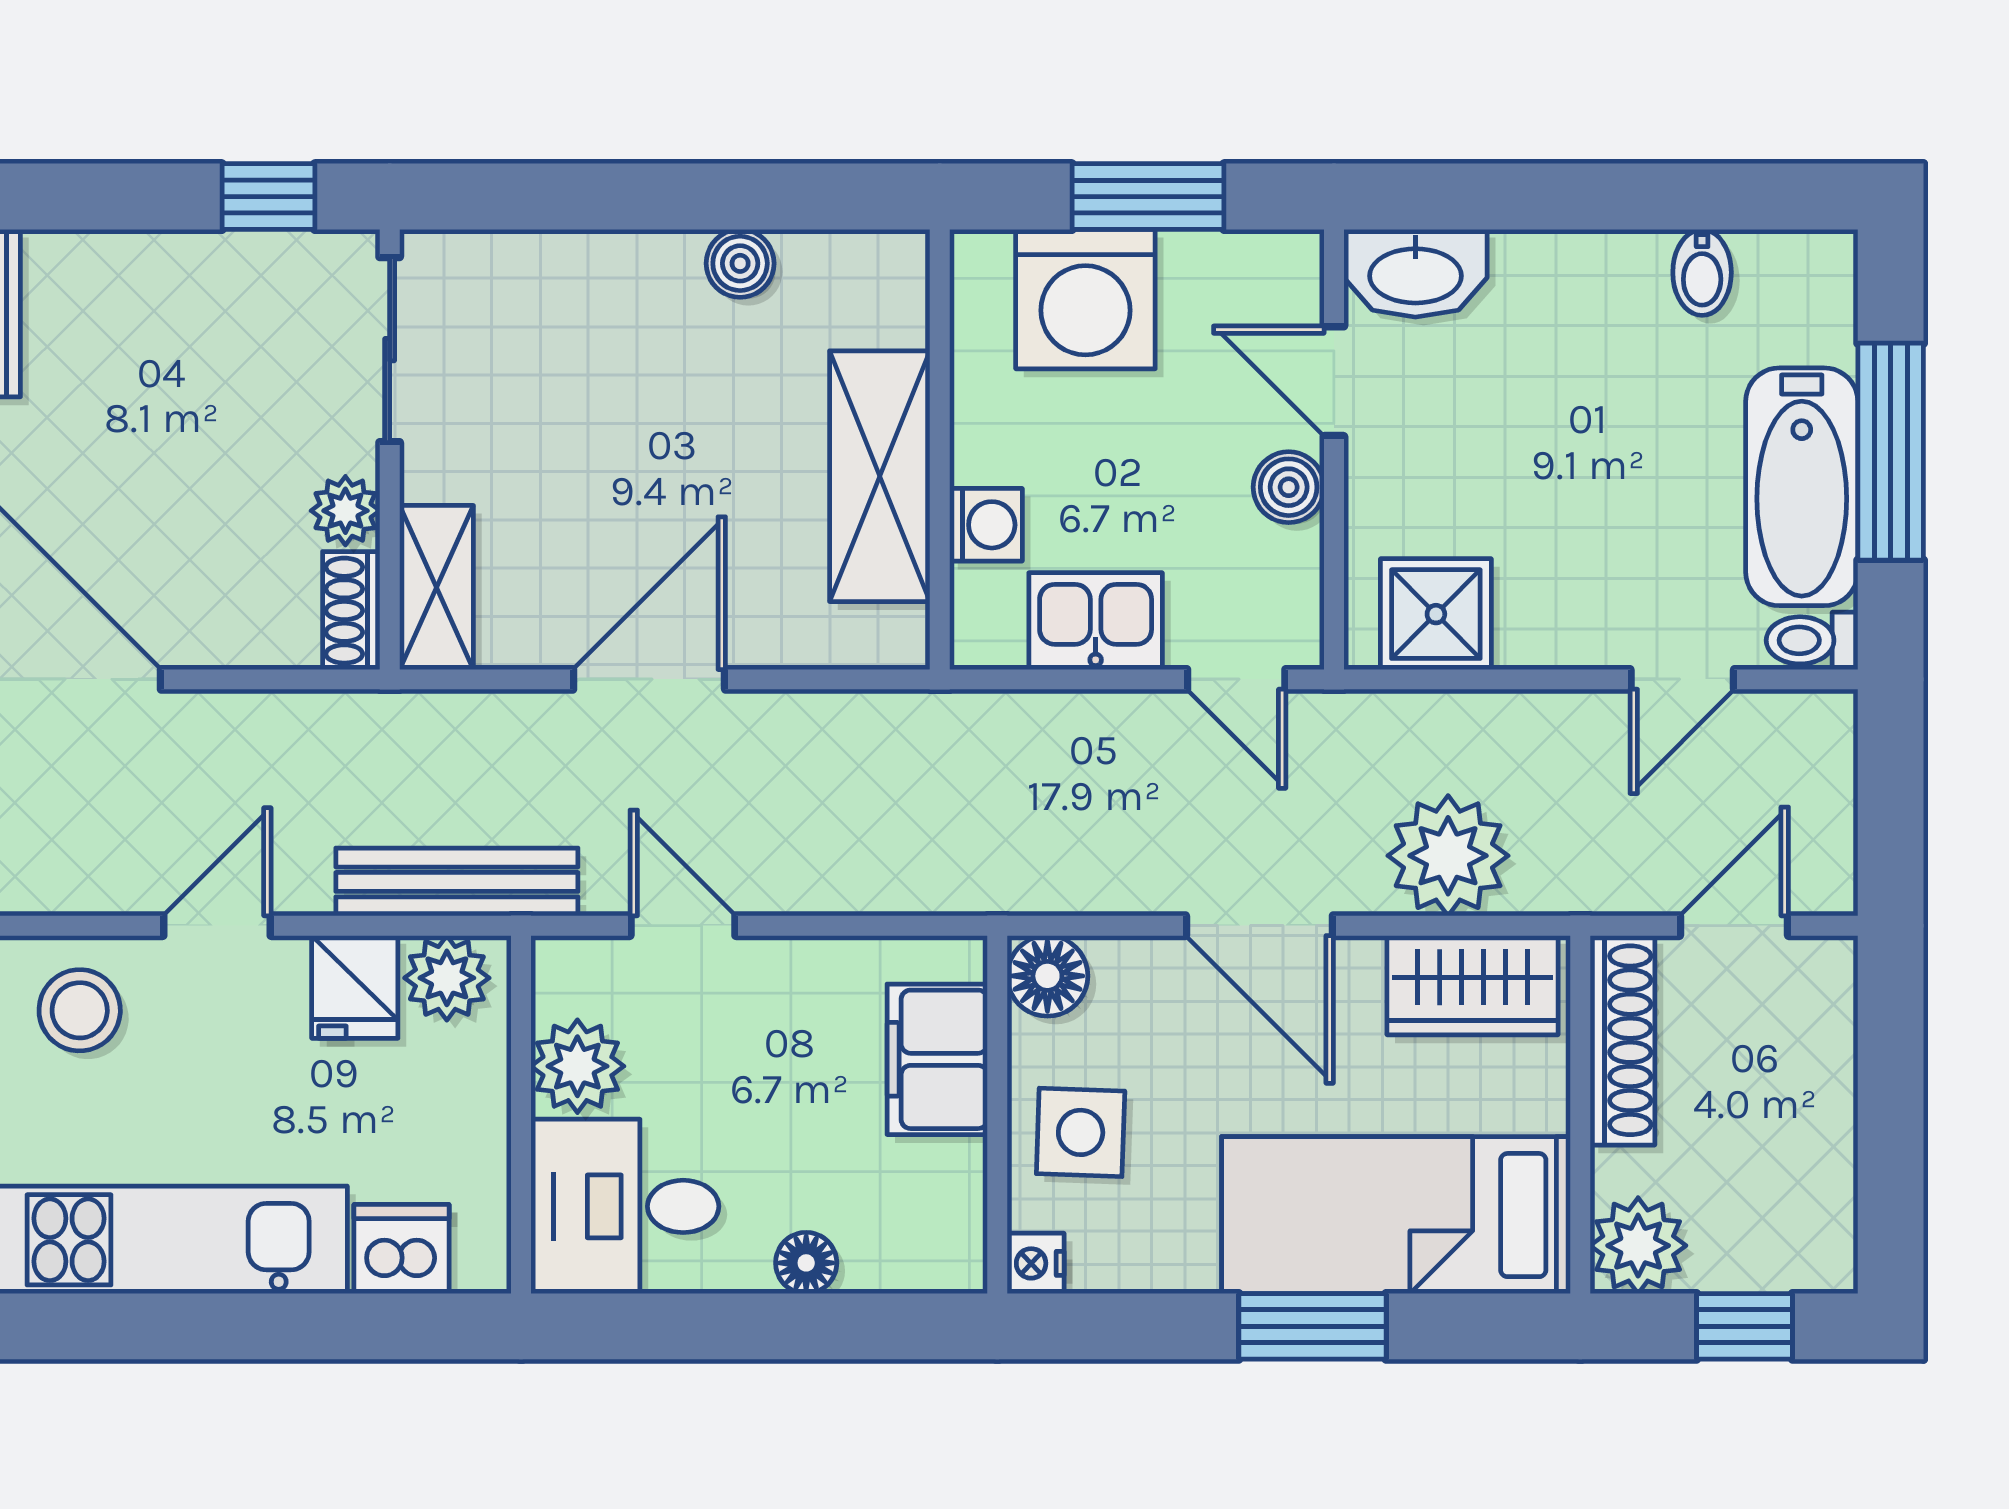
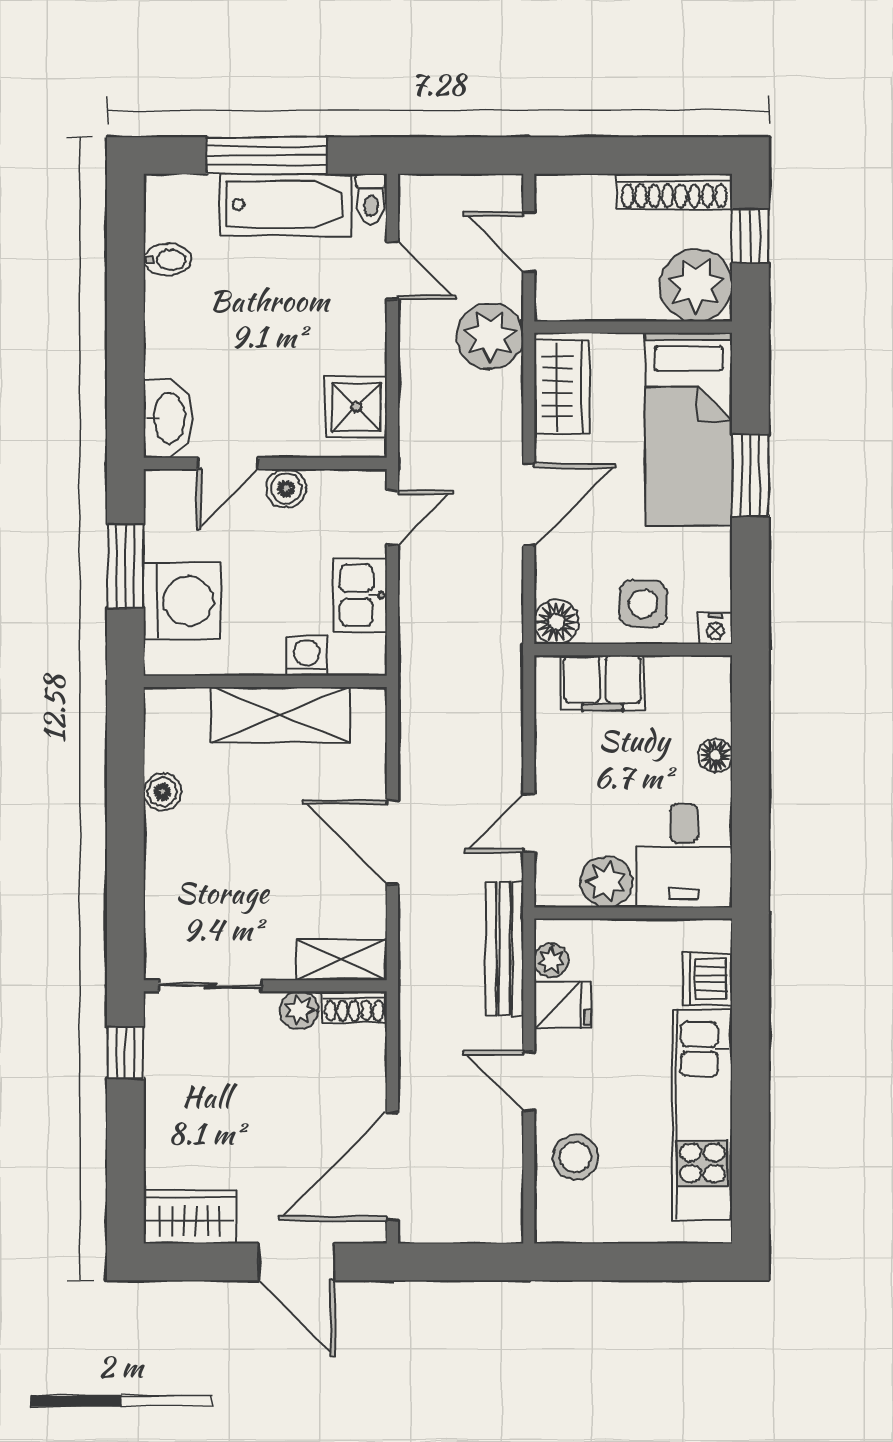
plant: (1448, 856) -> (490, 336), moved
plant: (447, 978) -> (551, 960), width x0.73, depth x0.73
shoe rack: (1622, 1040) -> (674, 192), moved, turned 180
plant: (1638, 1246) -> (696, 285), width x1.36, depth x1.36

